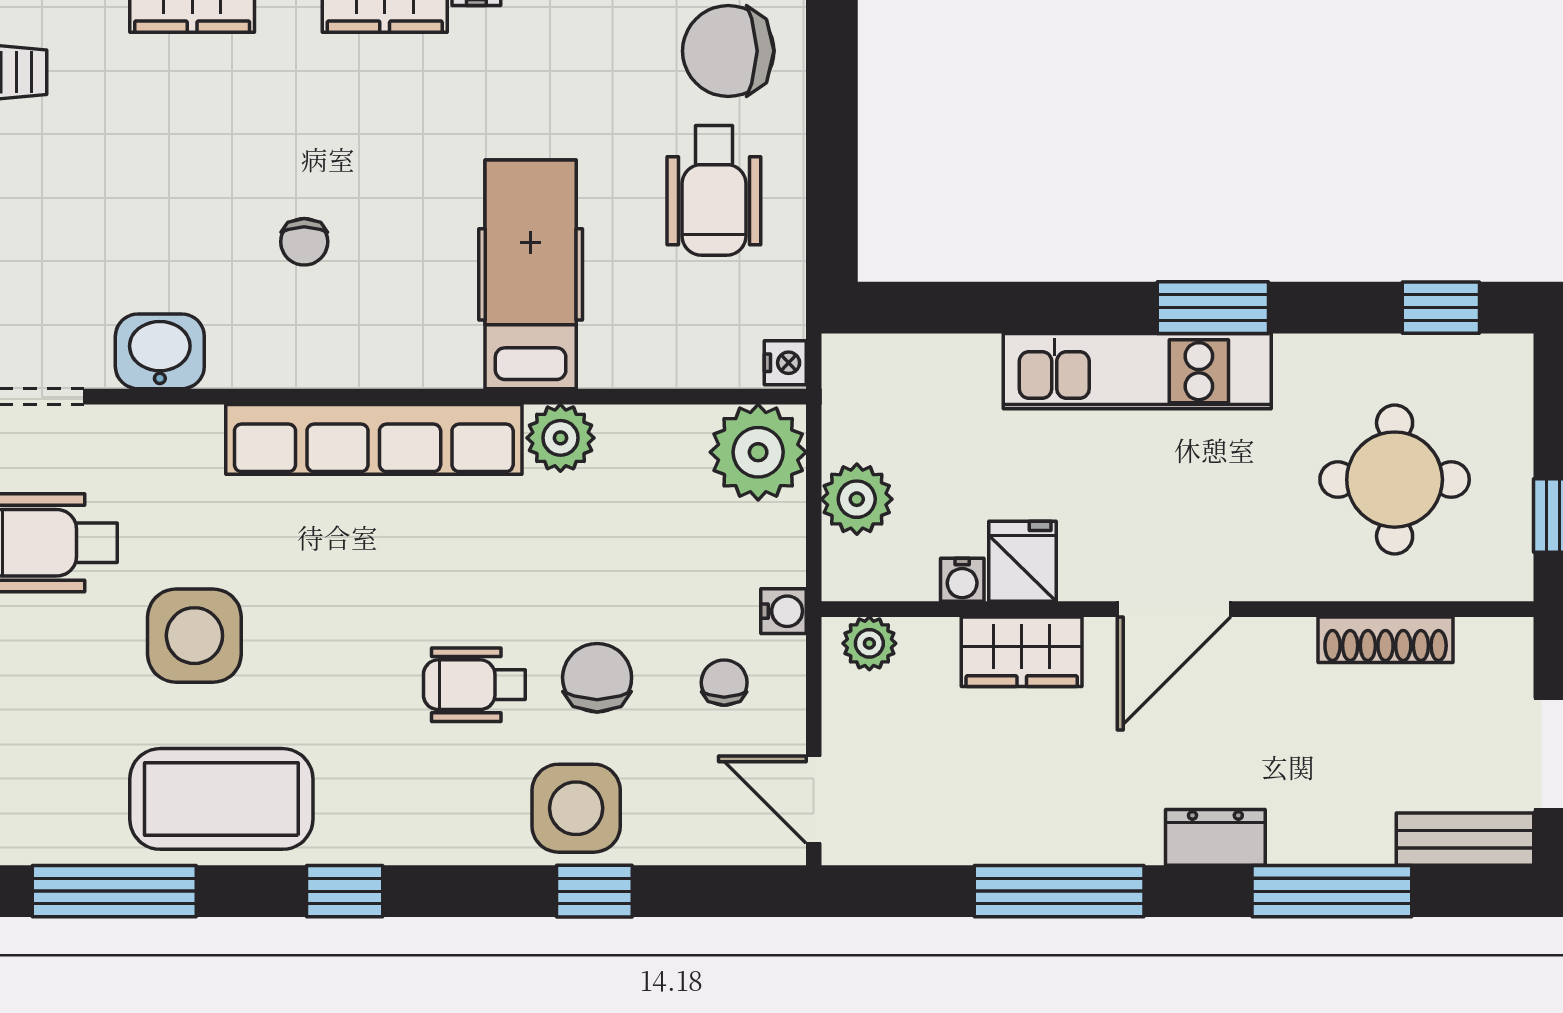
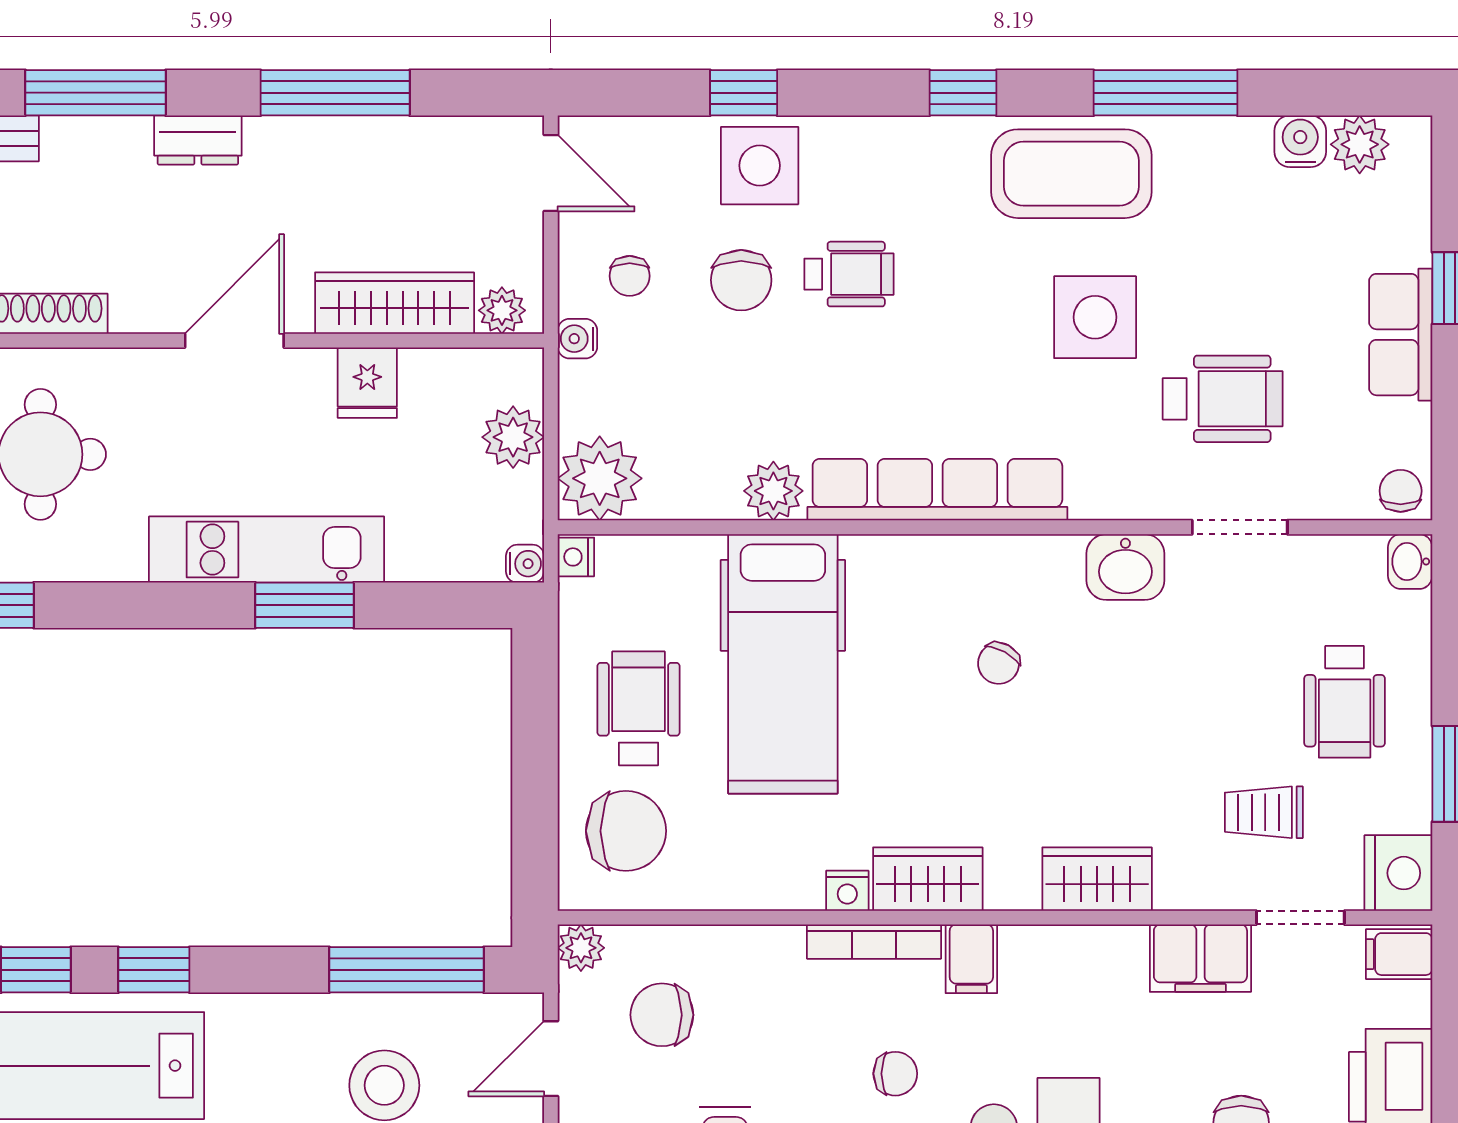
chair: (304, 242) -> (999, 663), turned -151
hospital bed: (531, 274) -> (783, 664), width x1.37, depth x1.29
window: (1213, 308) -> (305, 605), moved
water cooler: (962, 580) -> (525, 564), moved, turned 90
wardrobe: (1022, 652) -> (395, 303), width x1.50

